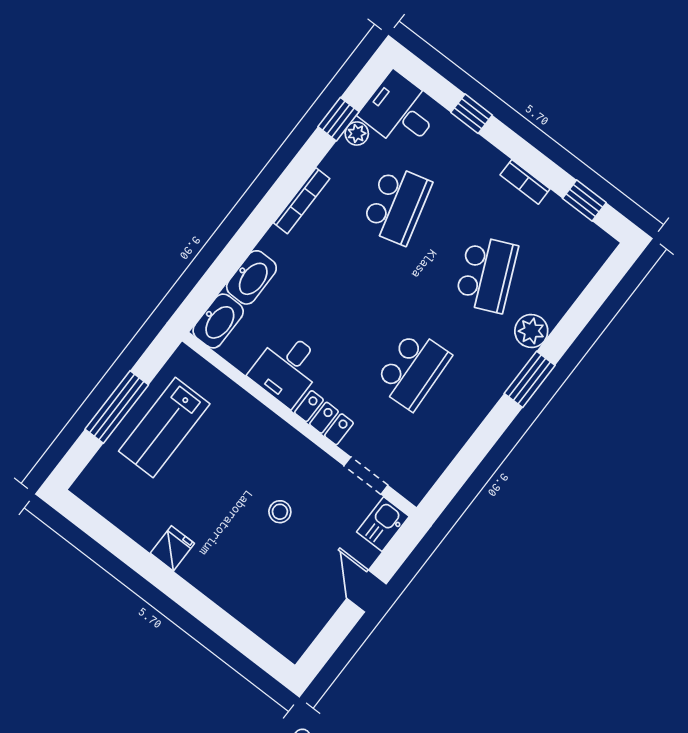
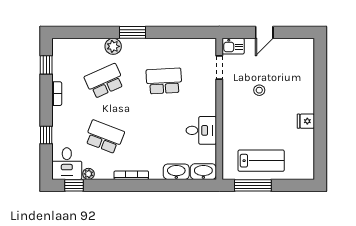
window: (338, 119) -> (74, 185), moved
school desk: (397, 205) -> (104, 137), turned 36
window: (117, 407) -> (253, 185), moved
locker: (324, 418) -> (209, 101), removed

